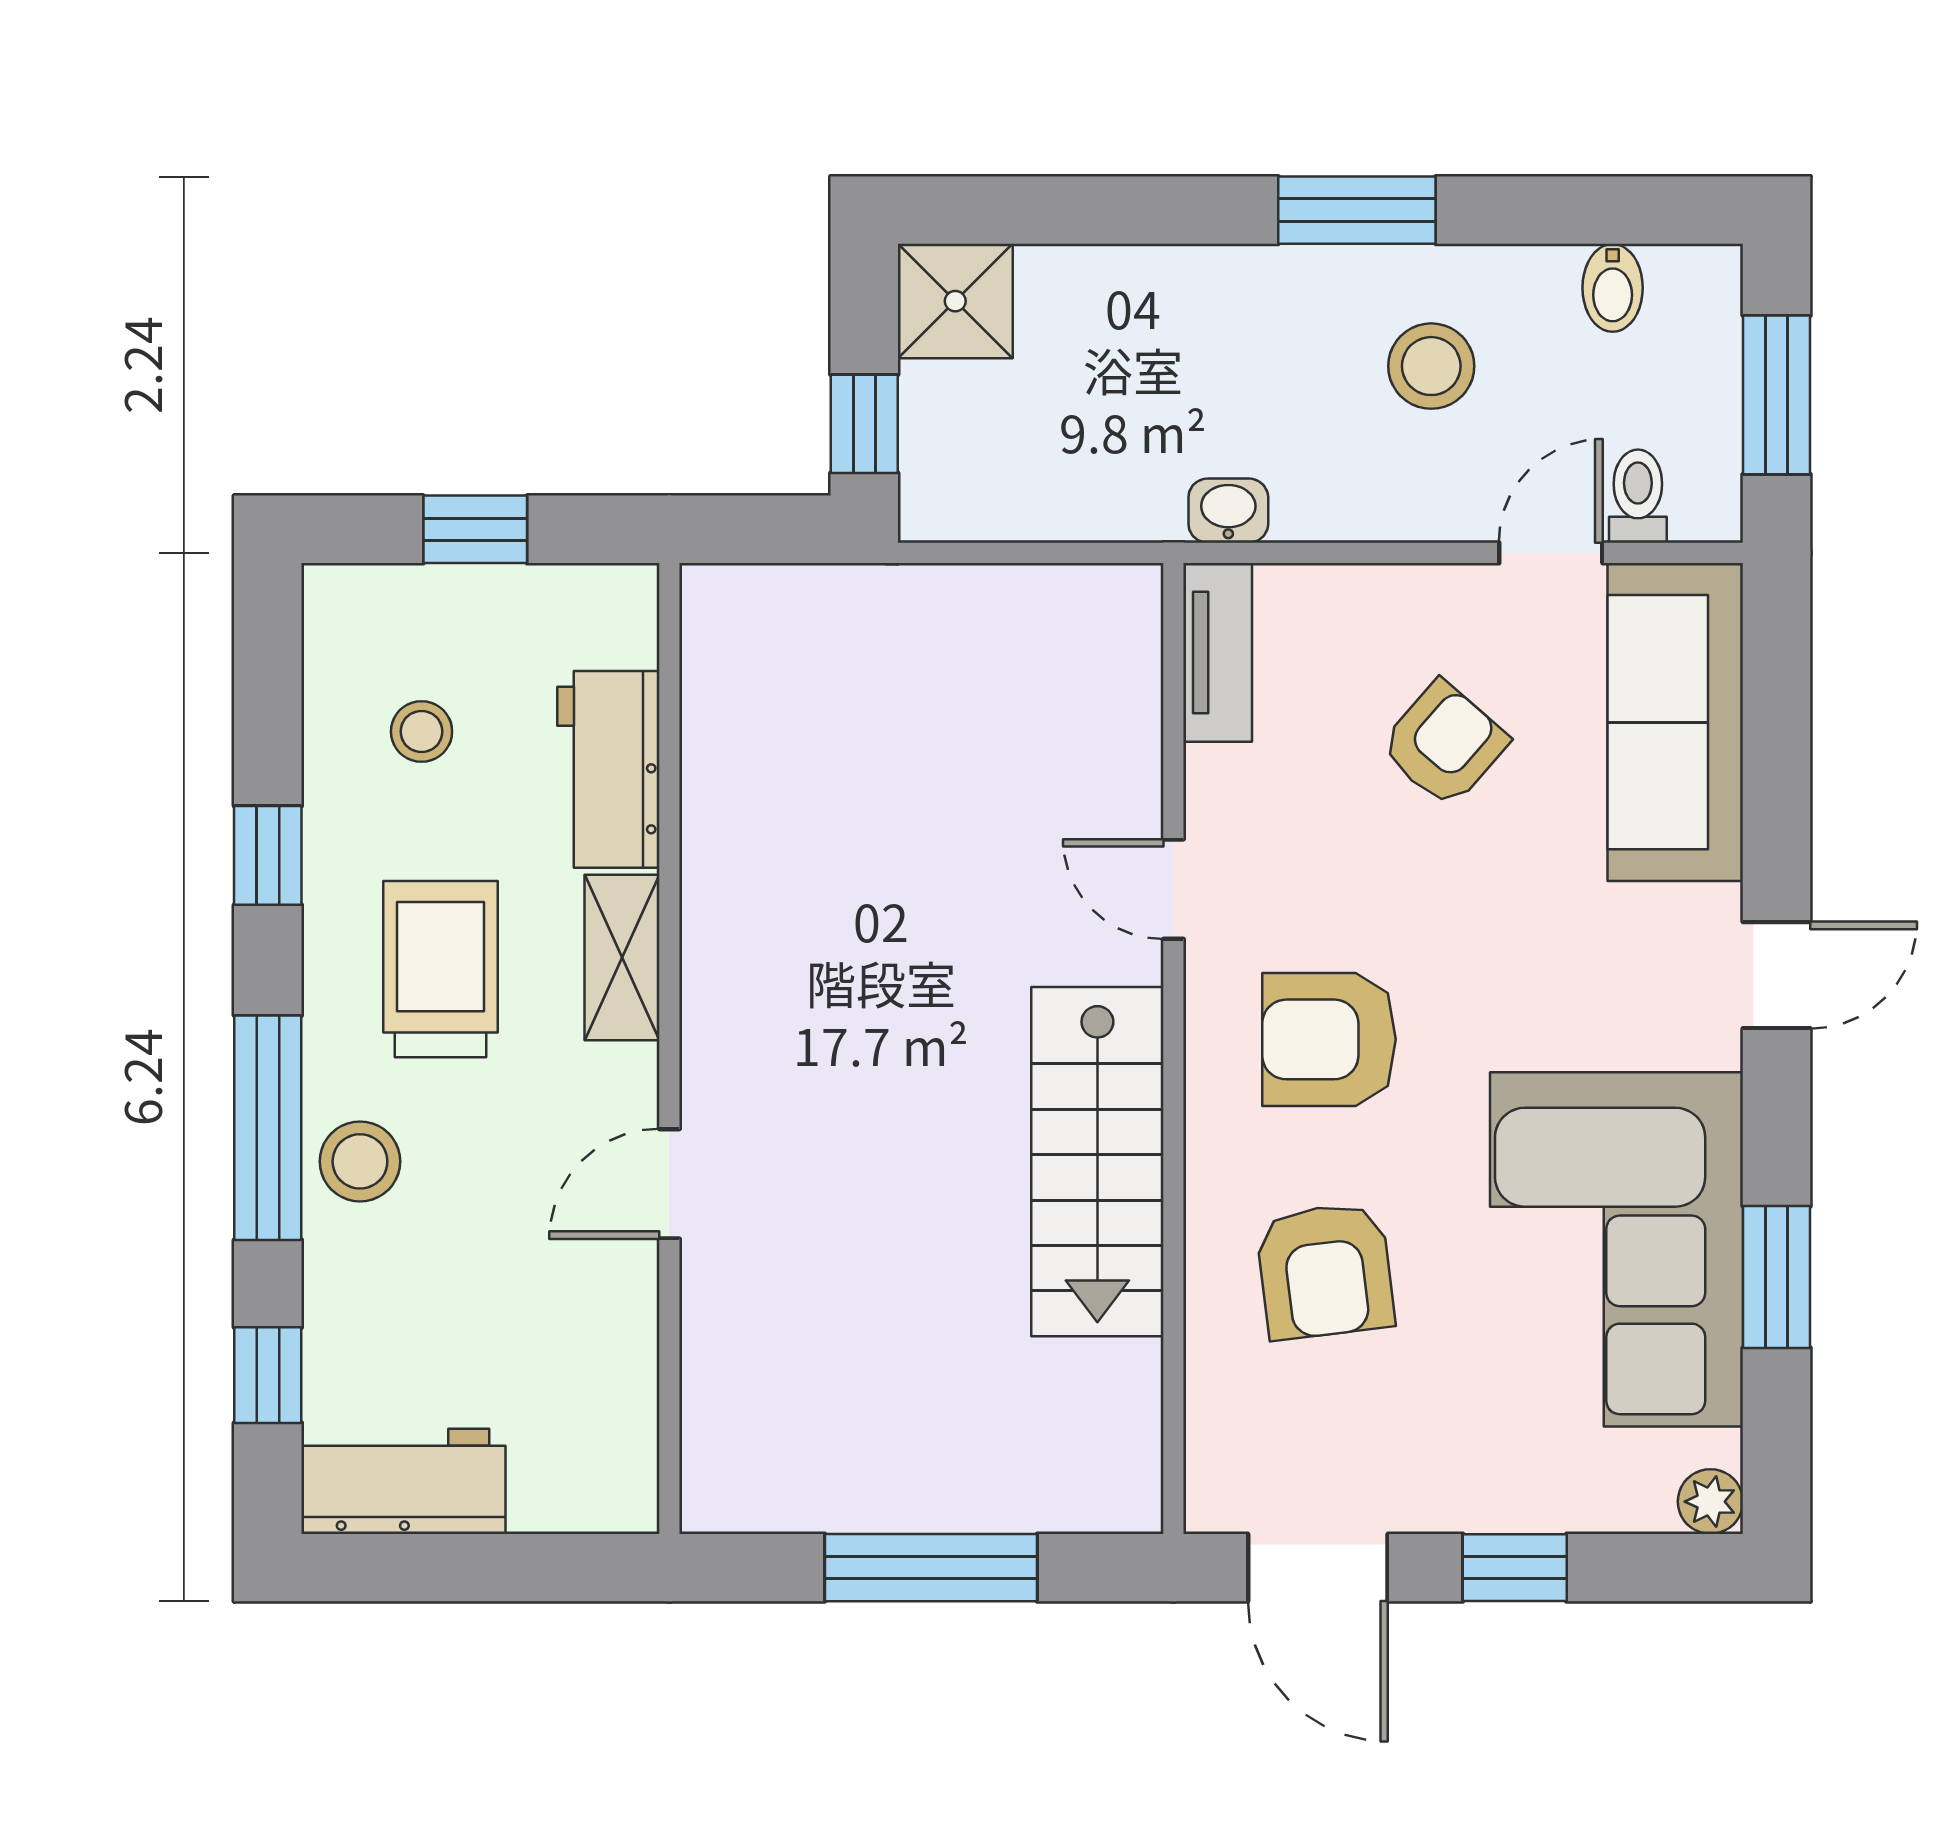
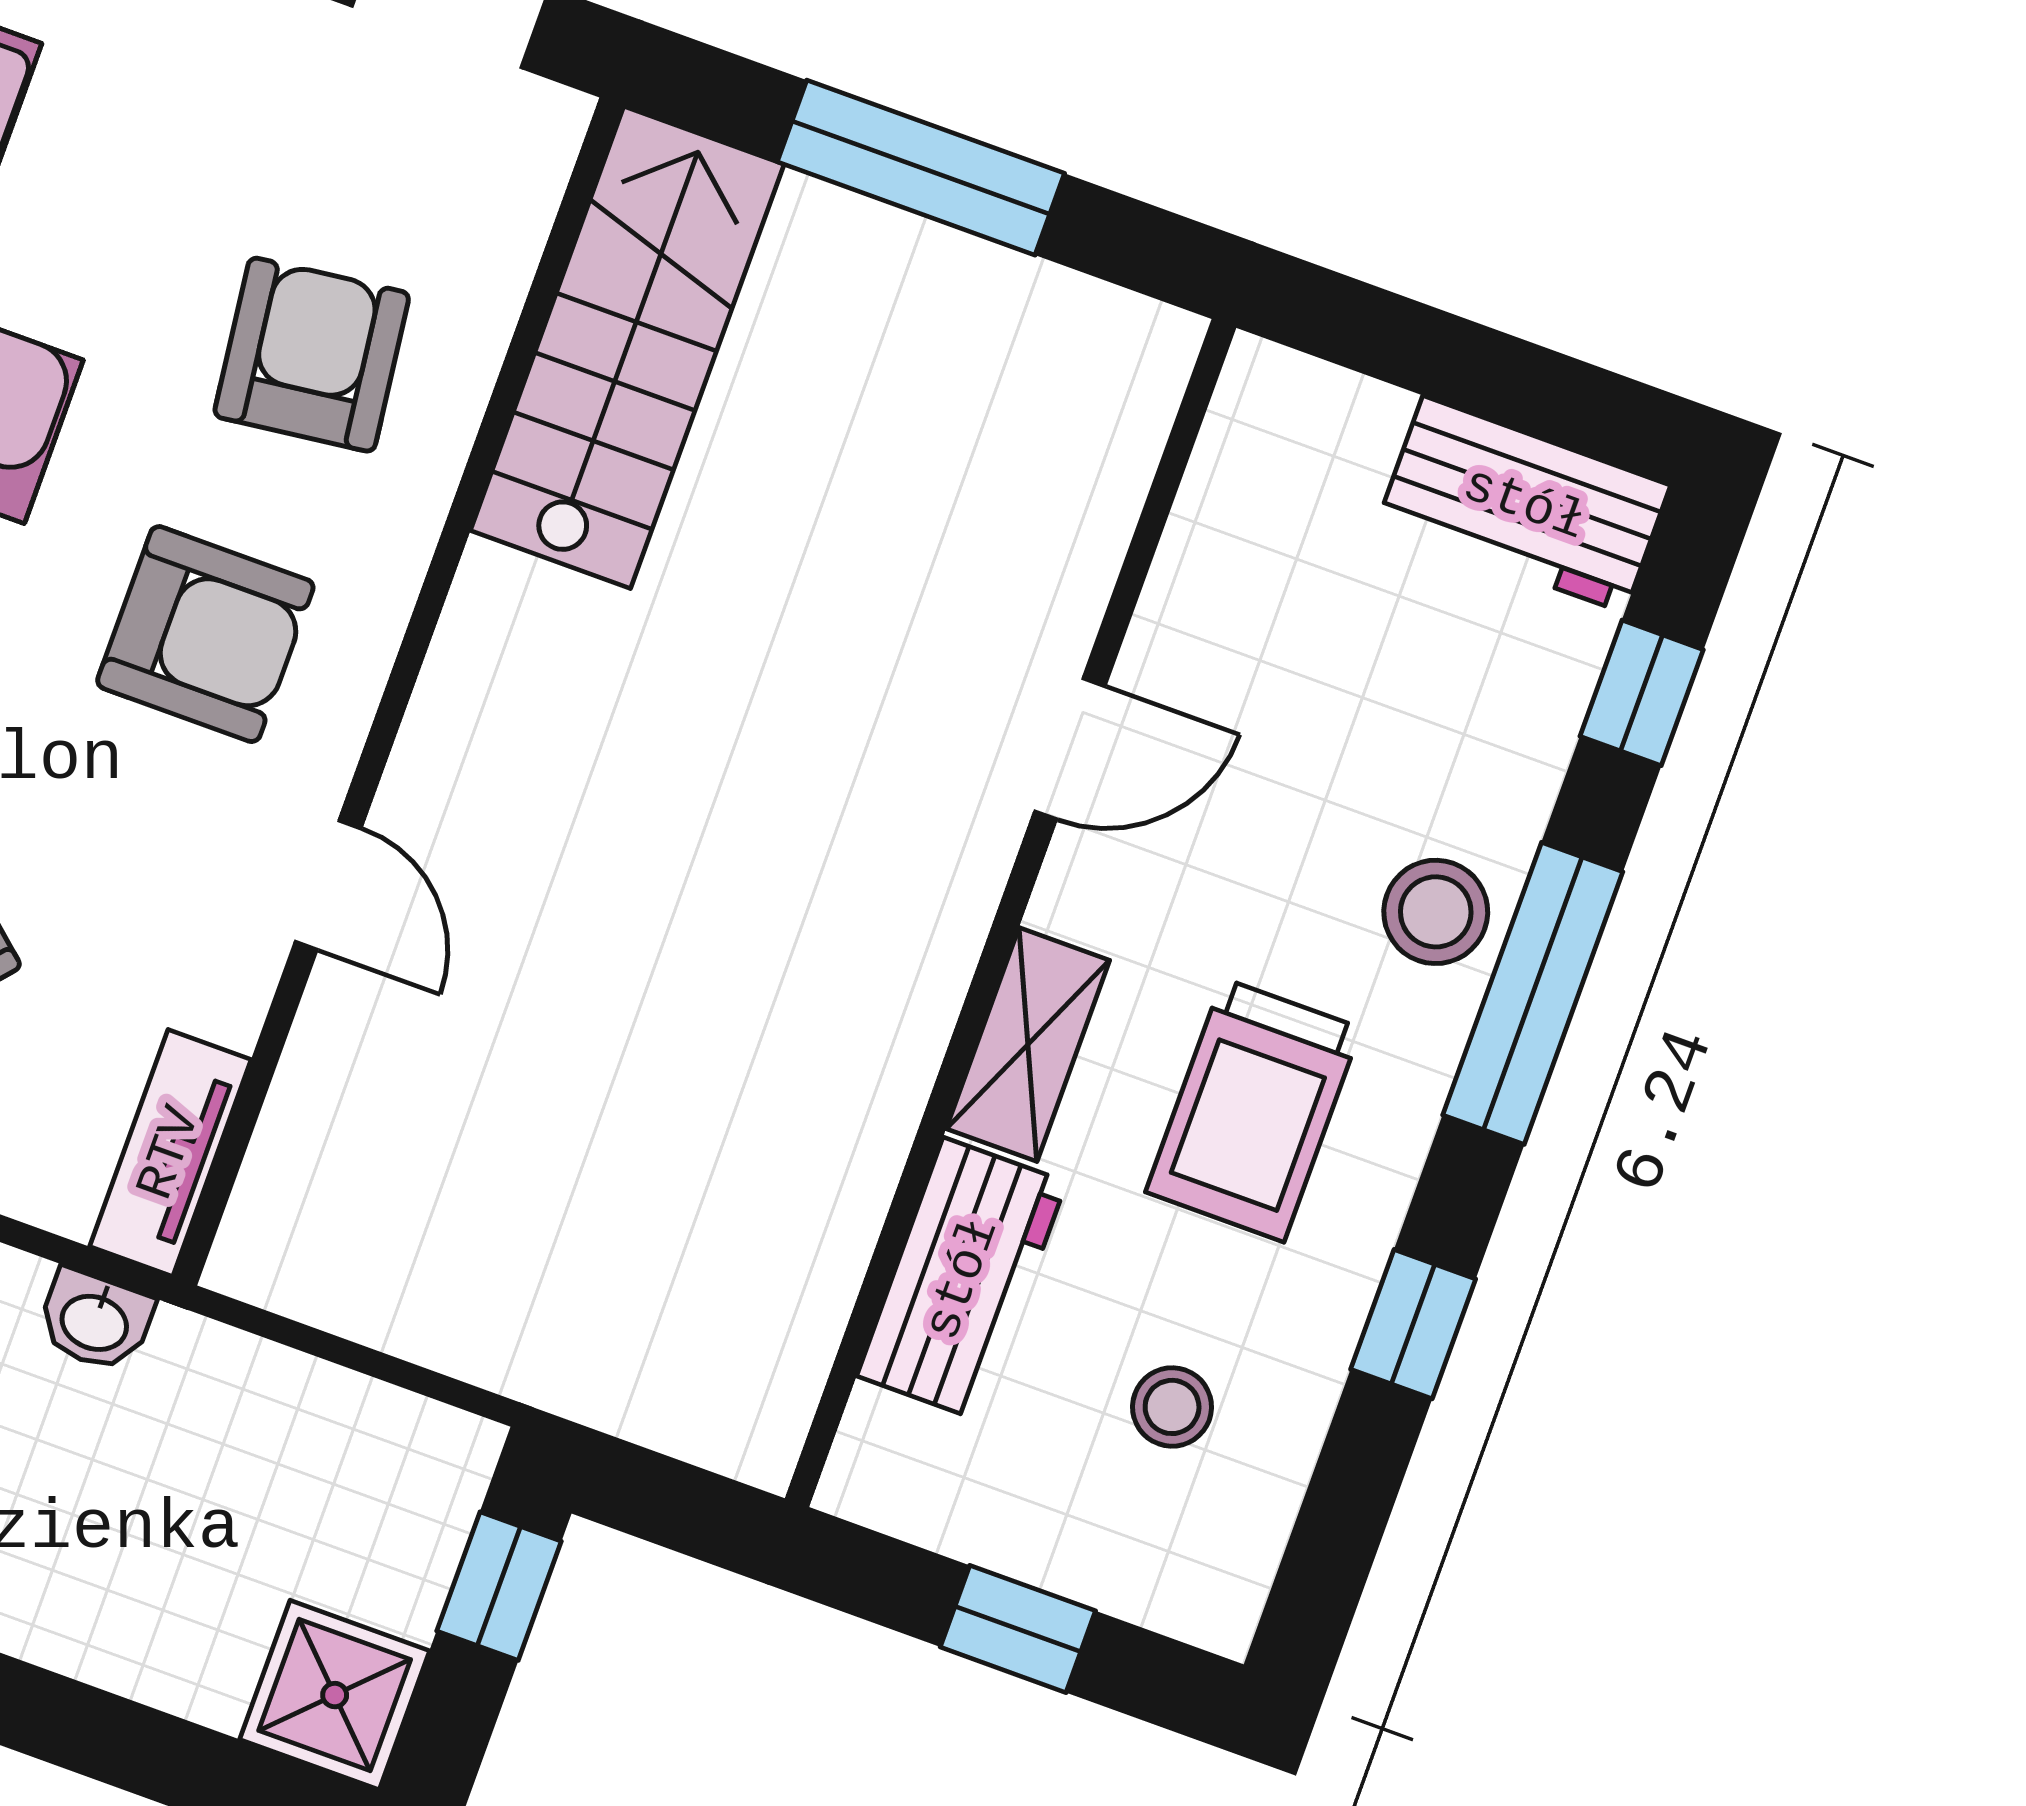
stairs: (1097, 1162) -> (627, 347), moved

